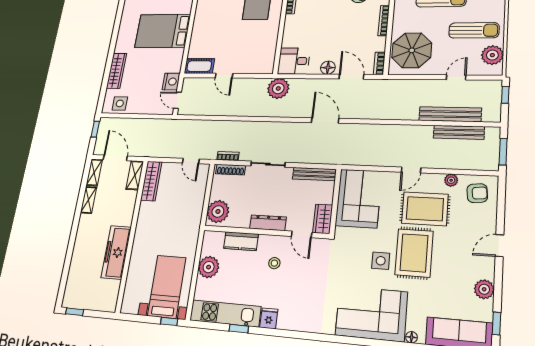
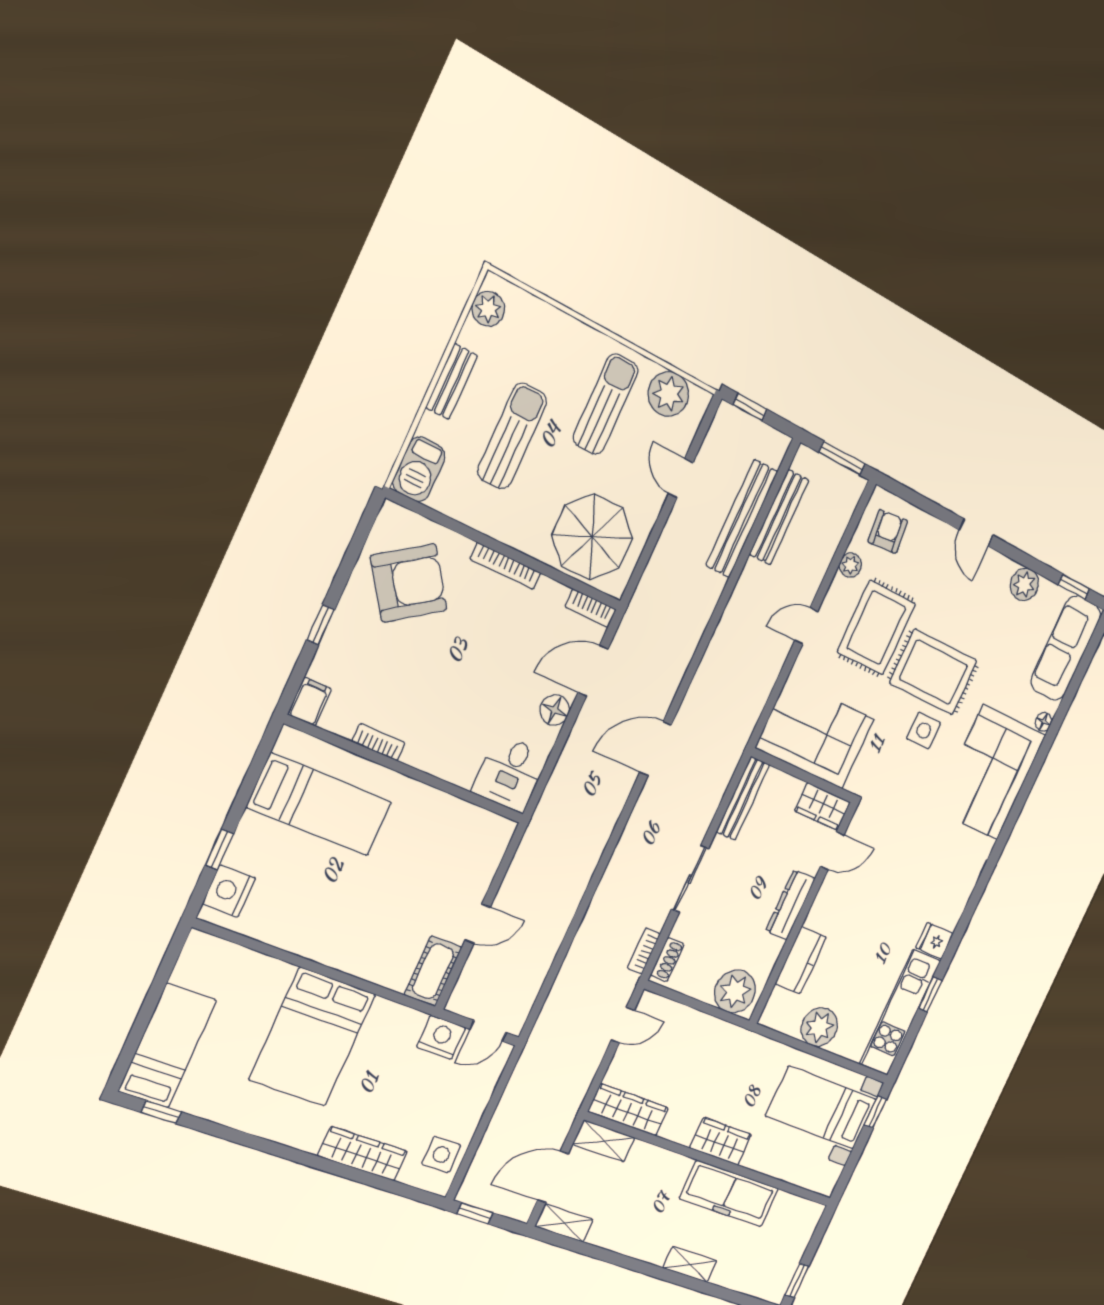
plant: (278, 88) -> (554, 820), removed
shoe rack: (231, 170) -> (667, 960), width x0.70
door: (411, 170) -> (806, 626), swing flipped
shelving: (89, 200) -> (690, 1264), moved
wardrobe: (142, 236) -> (721, 1141), added
stool: (274, 263) -> (858, 910), removed

